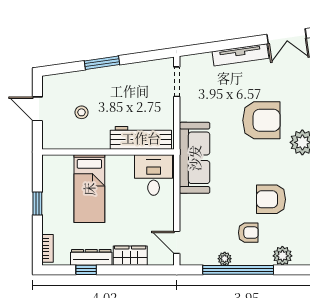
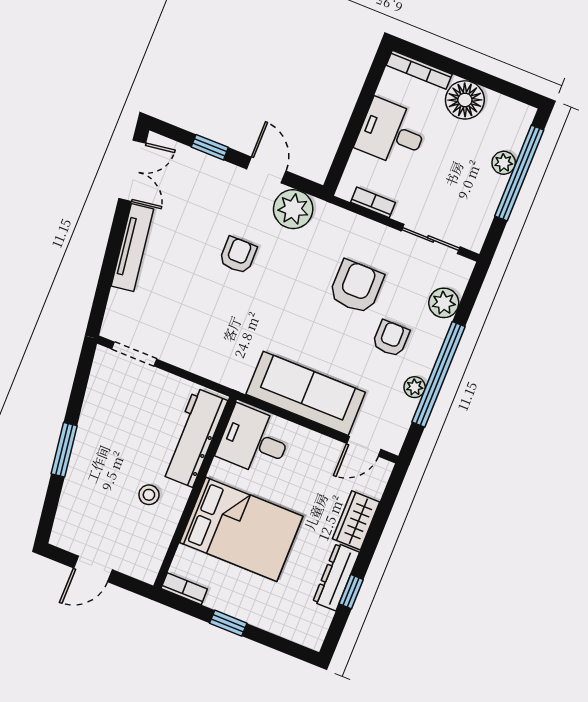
stool: (82, 112) -> (149, 495), moved
armchair: (261, 120) -> (238, 255), width x0.53, depth x0.53
sofa: (195, 158) -> (306, 393), moved
bed: (89, 189) -> (241, 529), width x1.50
armchair: (271, 199) -> (356, 287), turned 180
bookcase: (47, 248) -> (184, 589), moved

